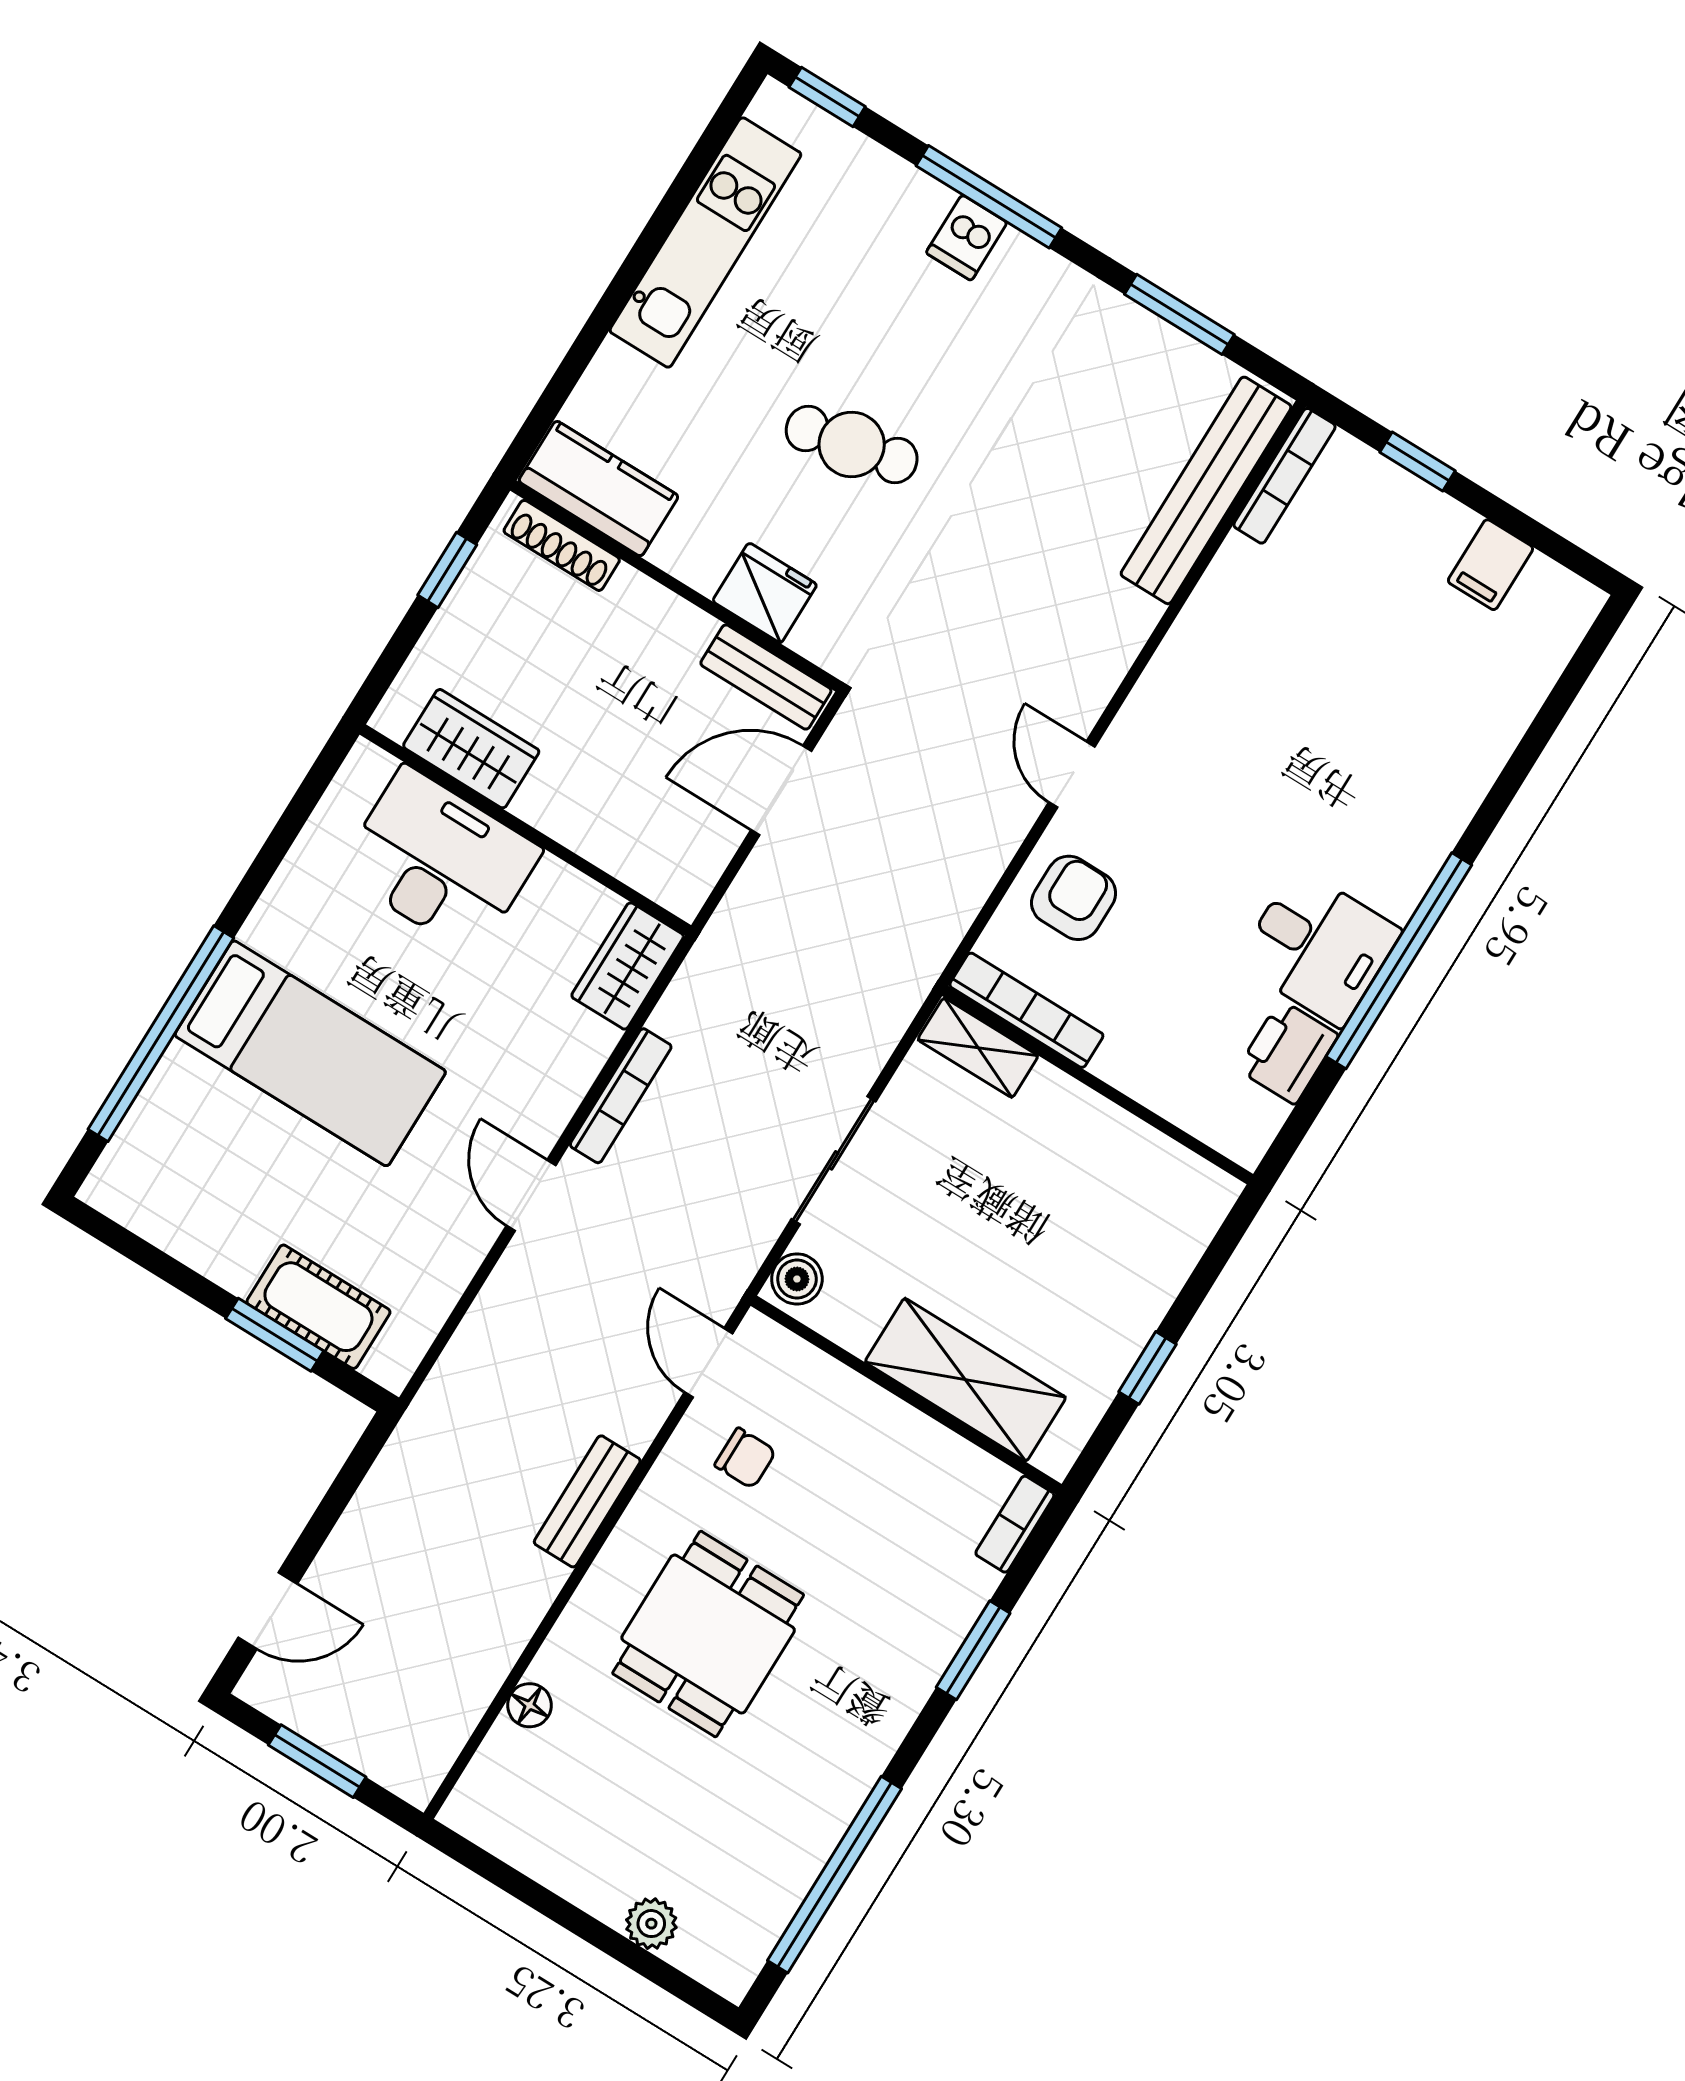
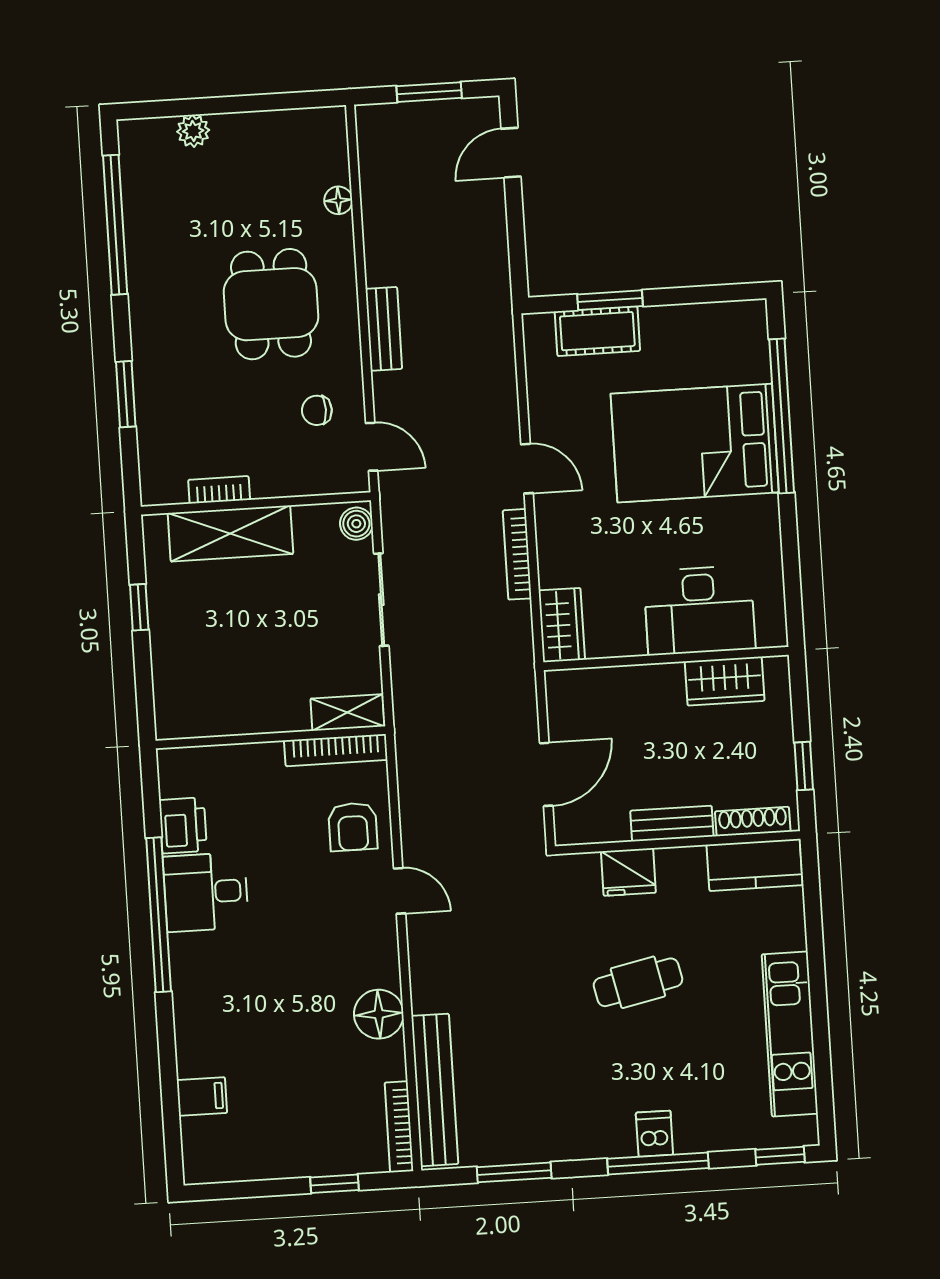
filing cabinet: (1490, 565) -> (202, 1097), moved, turned 90
floor lamp: (1209, 637) -> (379, 1014), added
bench: (766, 677) -> (672, 824), moved
bed: (310, 1053) -> (695, 443), width x1.50
bookcase: (1015, 1524) -> (219, 490), moved, turned -90

